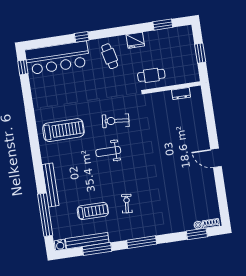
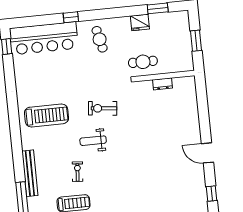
fridge: (135, 40) -> (140, 22), moved
dresser: (181, 94) -> (163, 84), moved
window: (222, 196) -> (212, 194), added
exercise bike: (127, 204) -> (77, 172), moved

